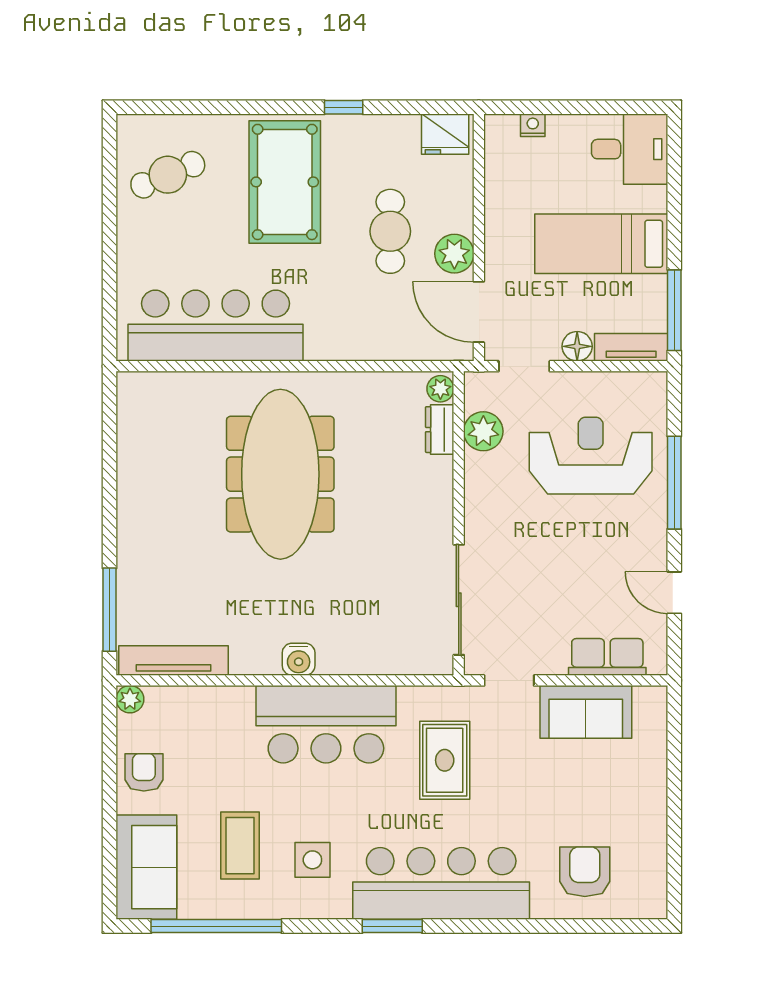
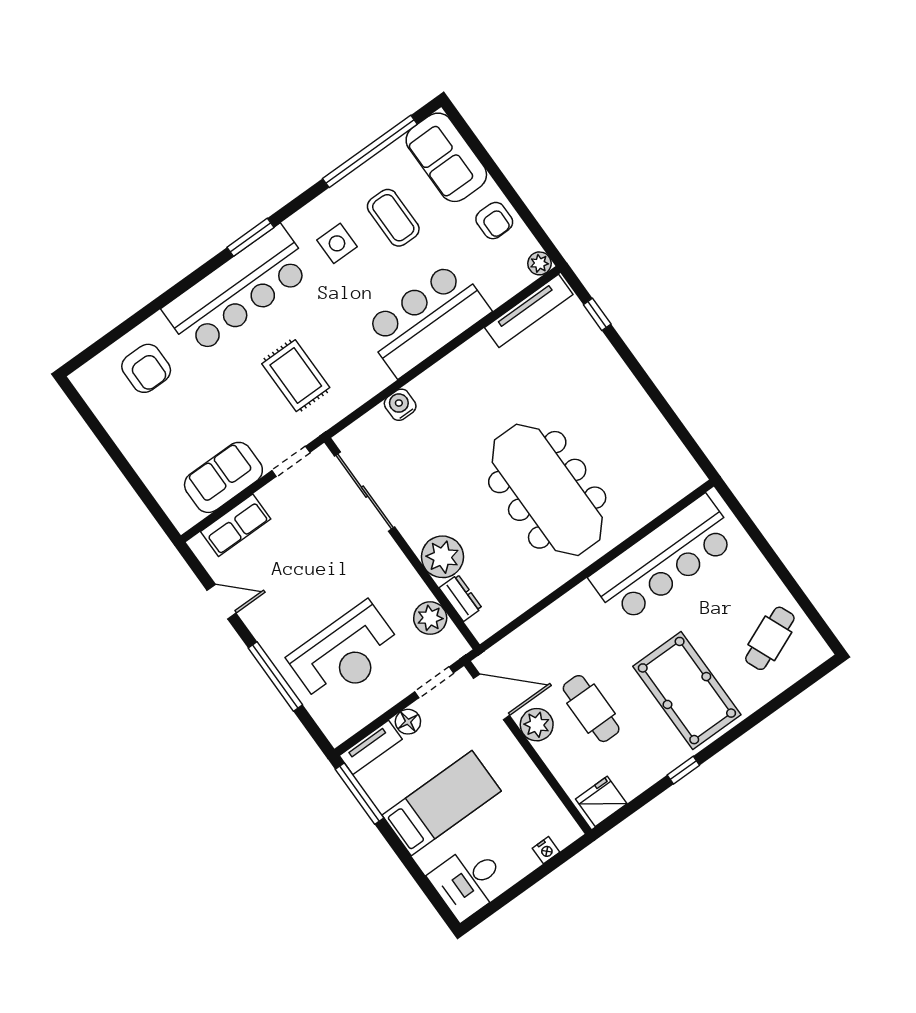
plant: (440, 389) -> (442, 557), moved, width x1.88, depth x1.88
window: (109, 610) -> (597, 314), width x0.46
water cooler: (299, 659) -> (400, 405), moved
bar counter: (326, 724) -> (426, 319), moved

